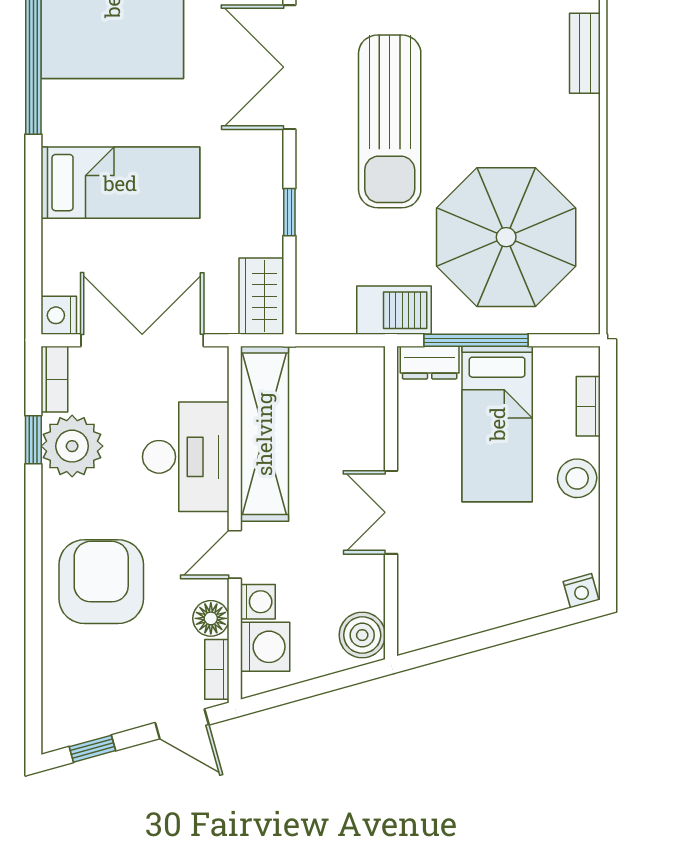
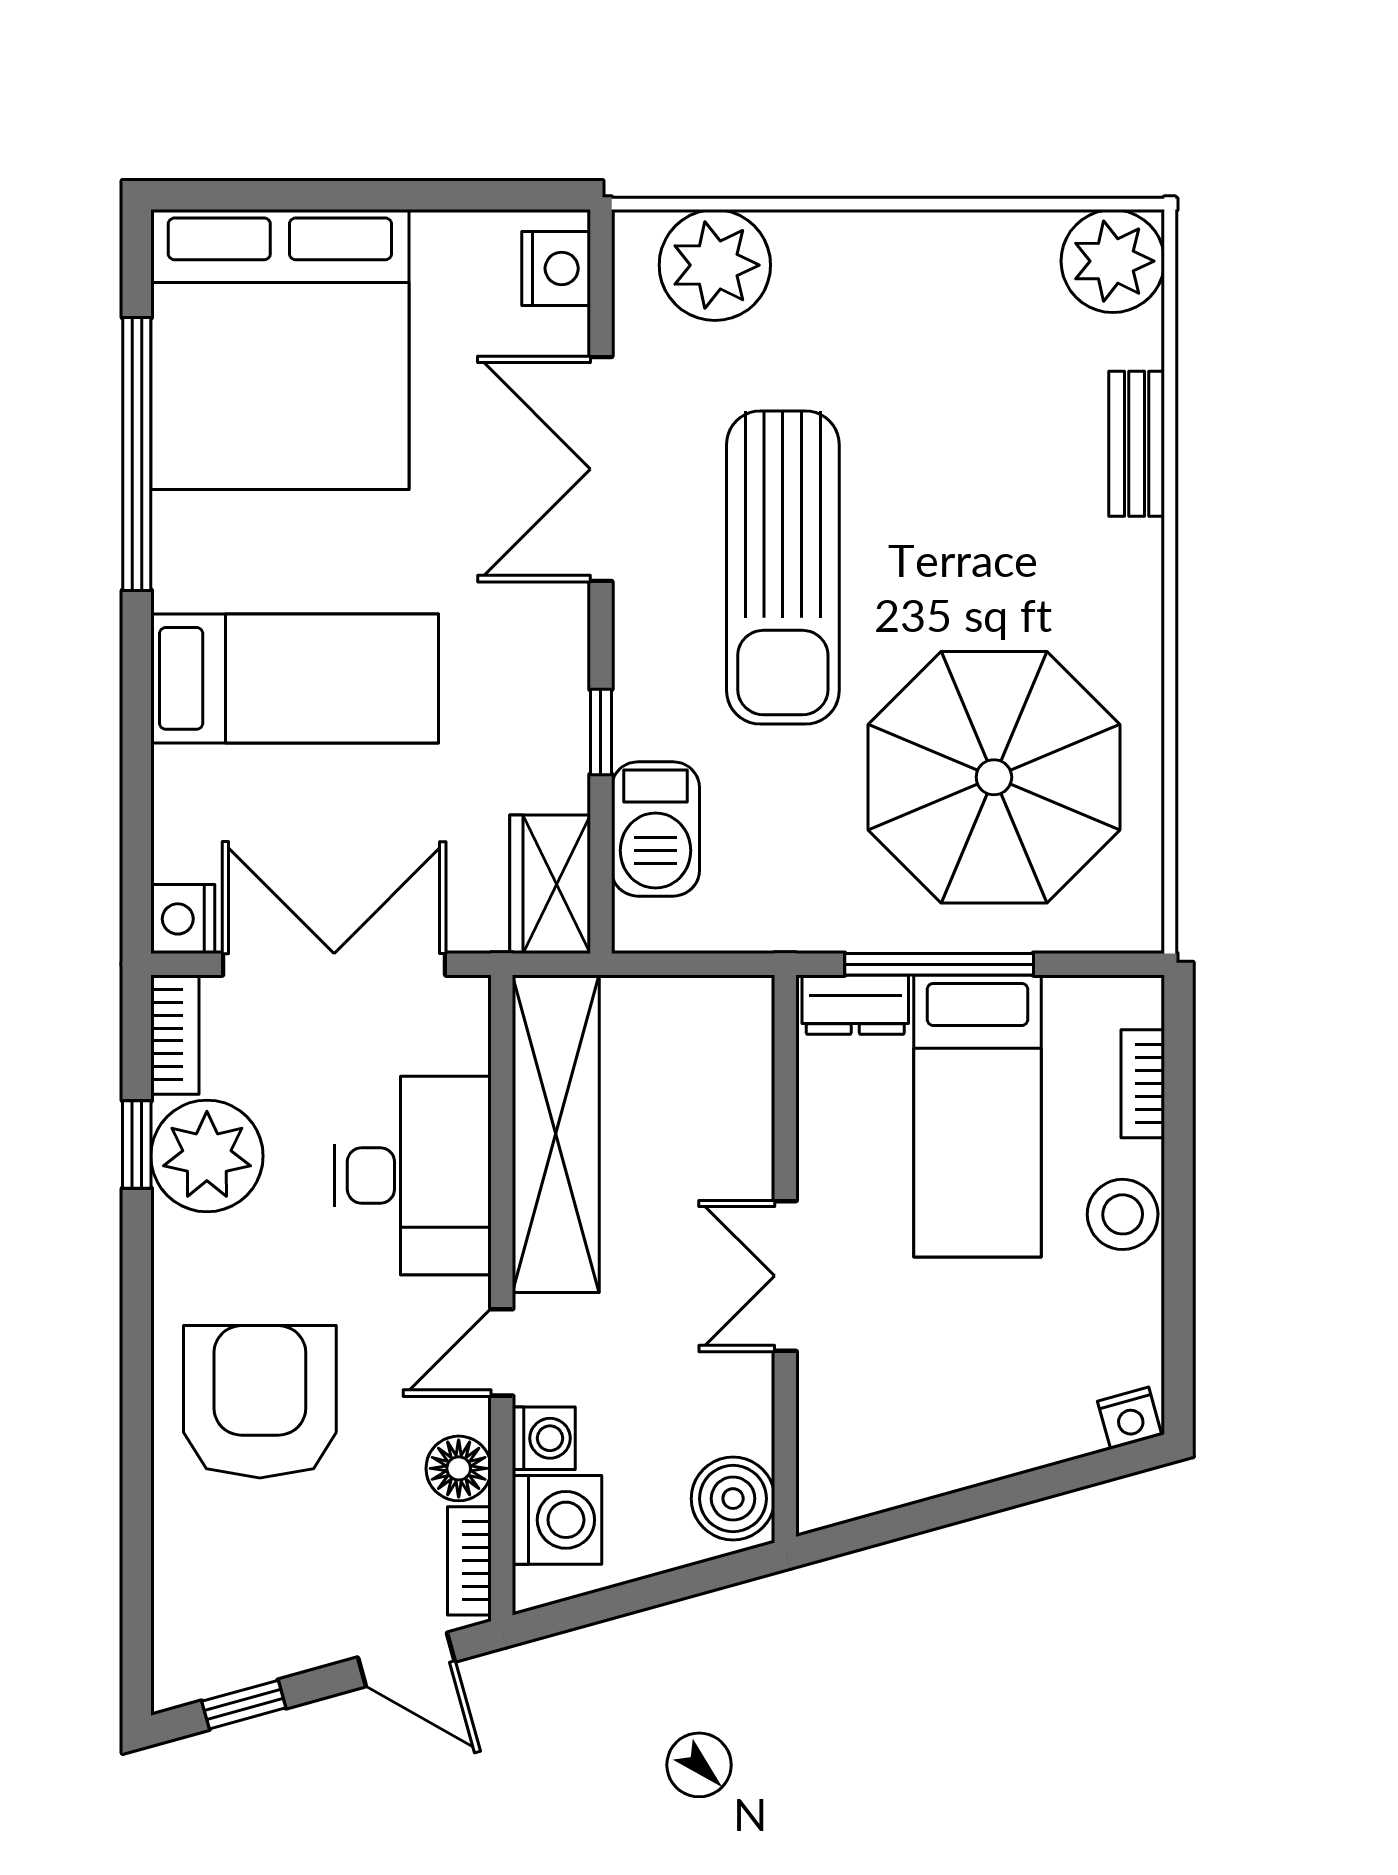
barbecue: (394, 310) -> (656, 829), moved, turned 90

